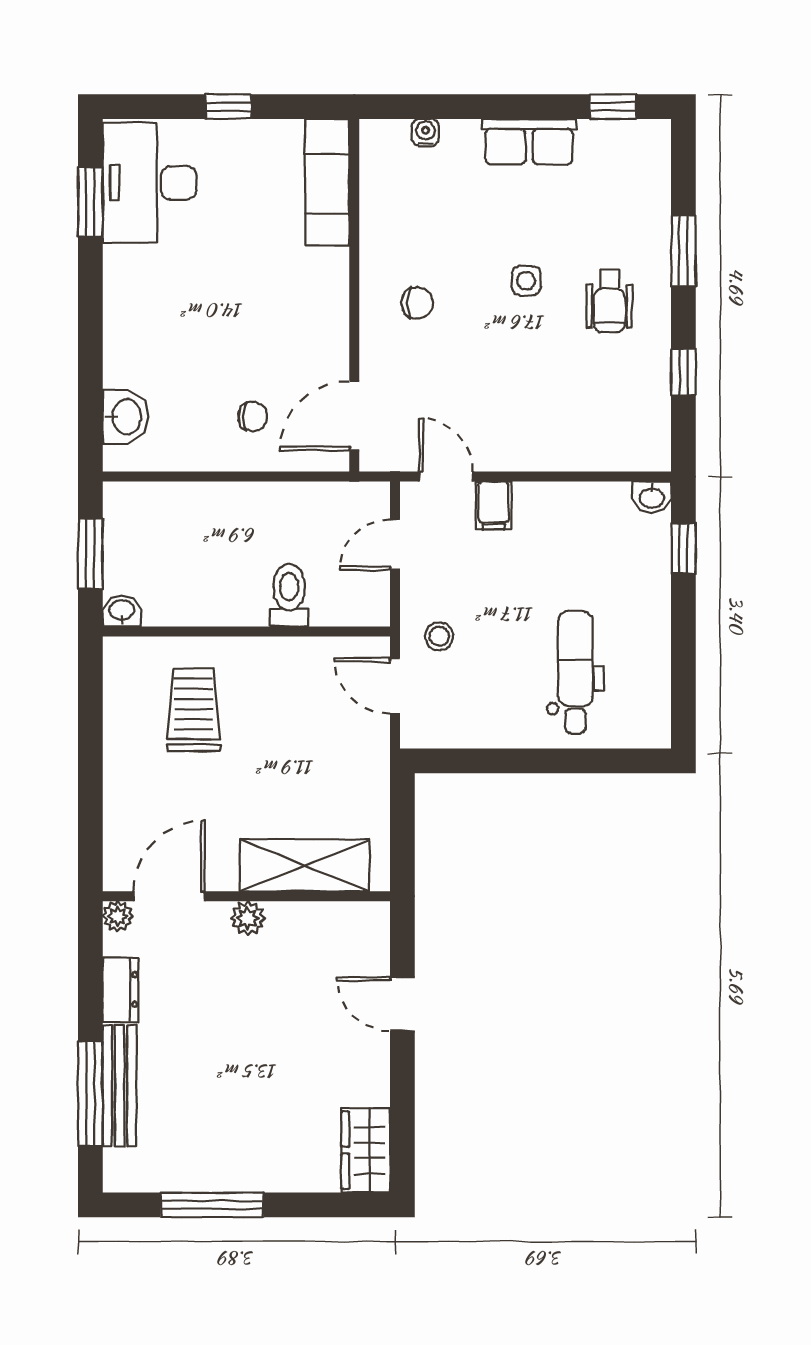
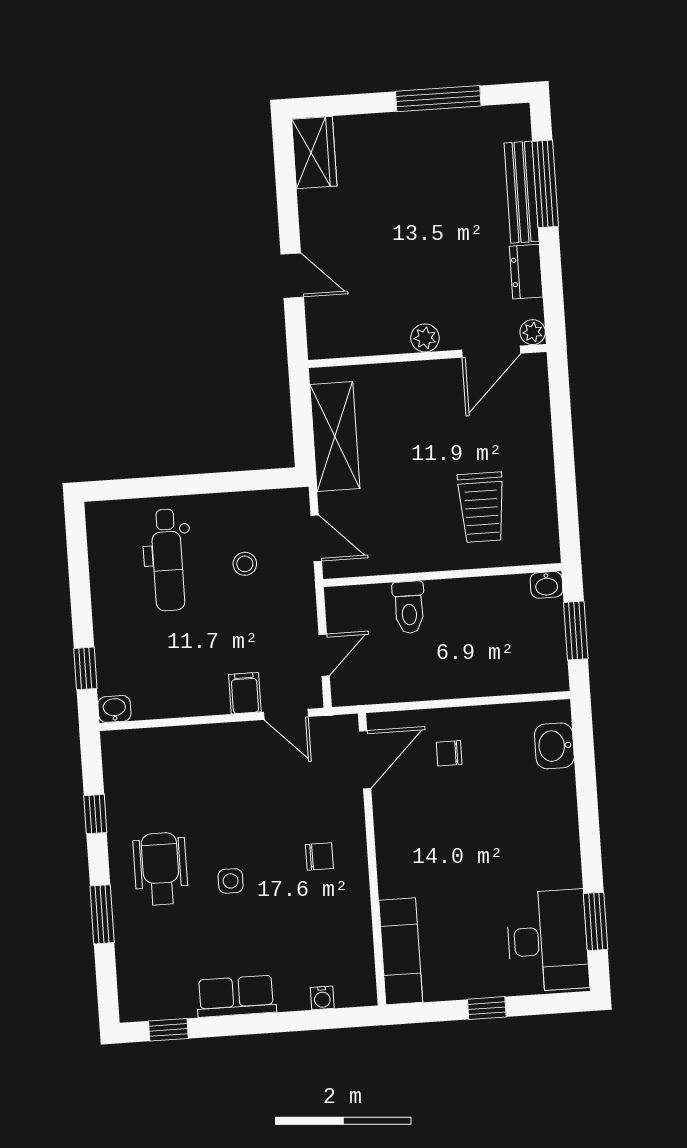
wheelchair: (609, 301) -> (161, 869), width x1.36, depth x1.37
chair: (417, 303) -> (319, 857), turned 180
stool: (439, 636) -> (245, 564), moved
shelving: (305, 865) -> (335, 436), moved, turned 90

